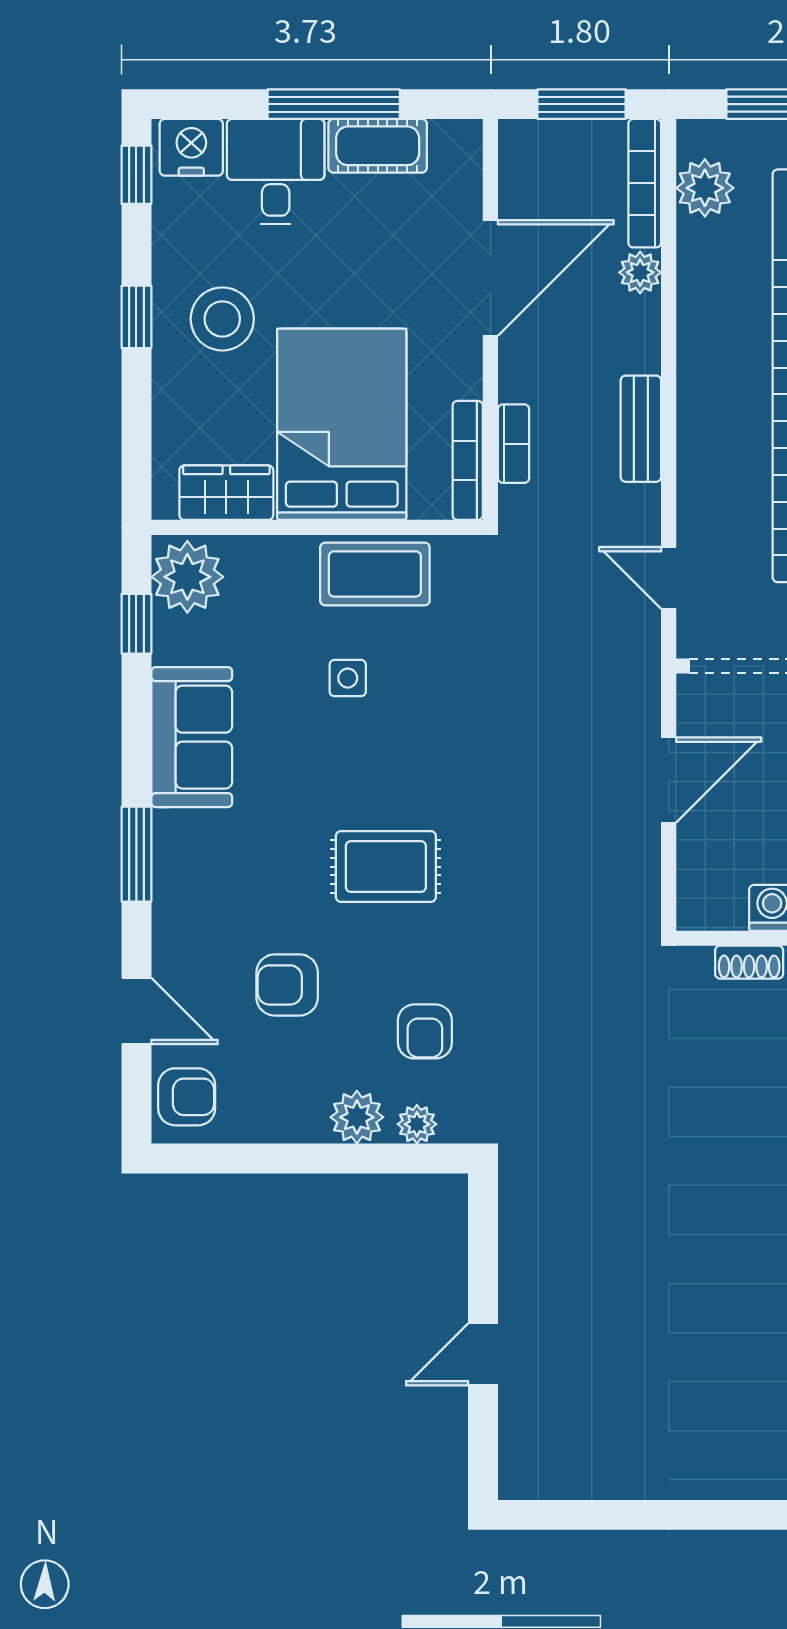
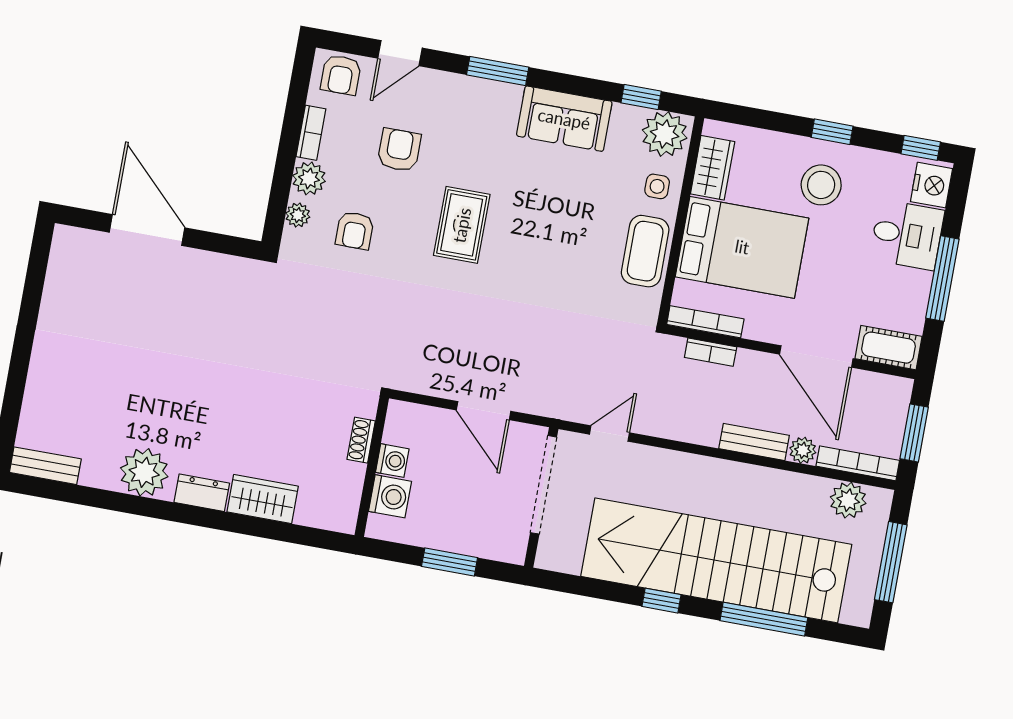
cot: (378, 146) -> (888, 348), moved, turned 90
bench: (641, 429) -> (754, 442), moved
side table: (348, 678) -> (657, 186), moved
armchair: (425, 1031) -> (355, 230), turned -90
bookcase: (285, 1127) -> (311, 133), added
door: (483, 1354) -> (147, 230), width x1.88

